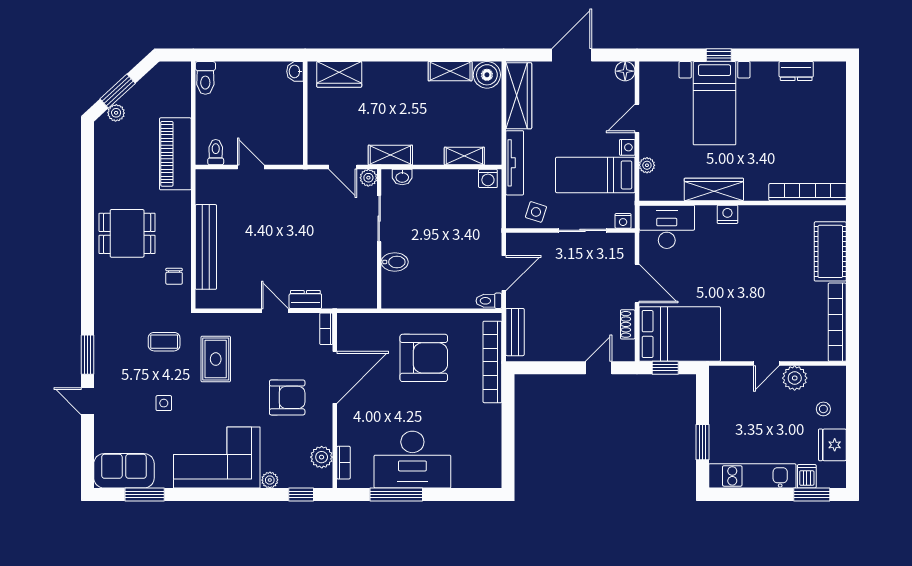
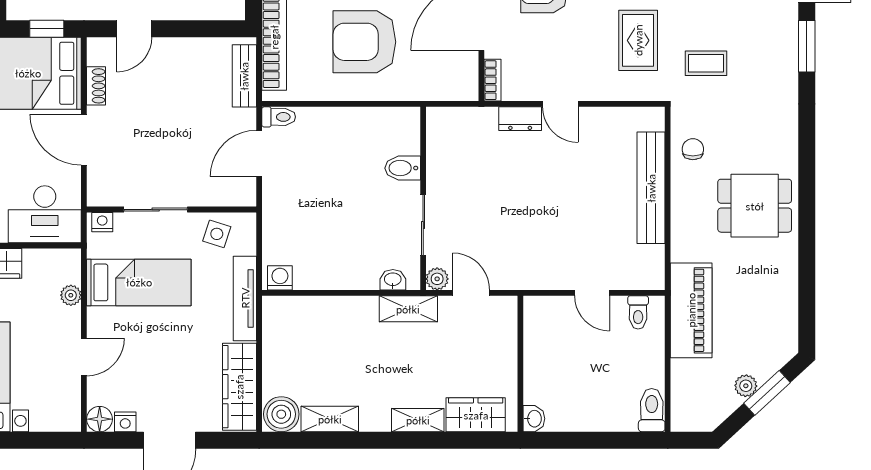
plant: (116, 113) -> (746, 386), moved
nightstand: (627, 147) -> (125, 422), moved, turned -90
shelving: (464, 156) -> (418, 420), moved

